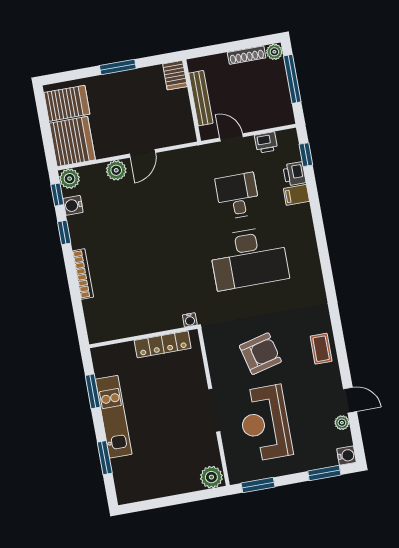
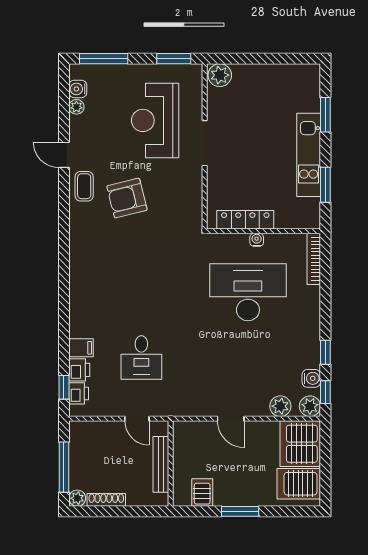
server rack: (175, 75) -> (202, 493), moved
printer: (266, 143) -> (79, 393), moved, turned 90
door: (143, 153) -> (231, 419), swing flipped
plant: (116, 170) -> (280, 406), moved
desk: (249, 258) -> (248, 292), moved
bookcase: (83, 274) -> (314, 259), moved
water cooler: (190, 320) -> (257, 240), moved
armchair: (260, 354) -> (127, 198), moved
door: (350, 400) -> (64, 155), moved
reception desk: (265, 423) -> (155, 120), turned 180
water cooler: (347, 456) -> (78, 89), moved
window: (324, 473) -> (104, 59), width x1.44

